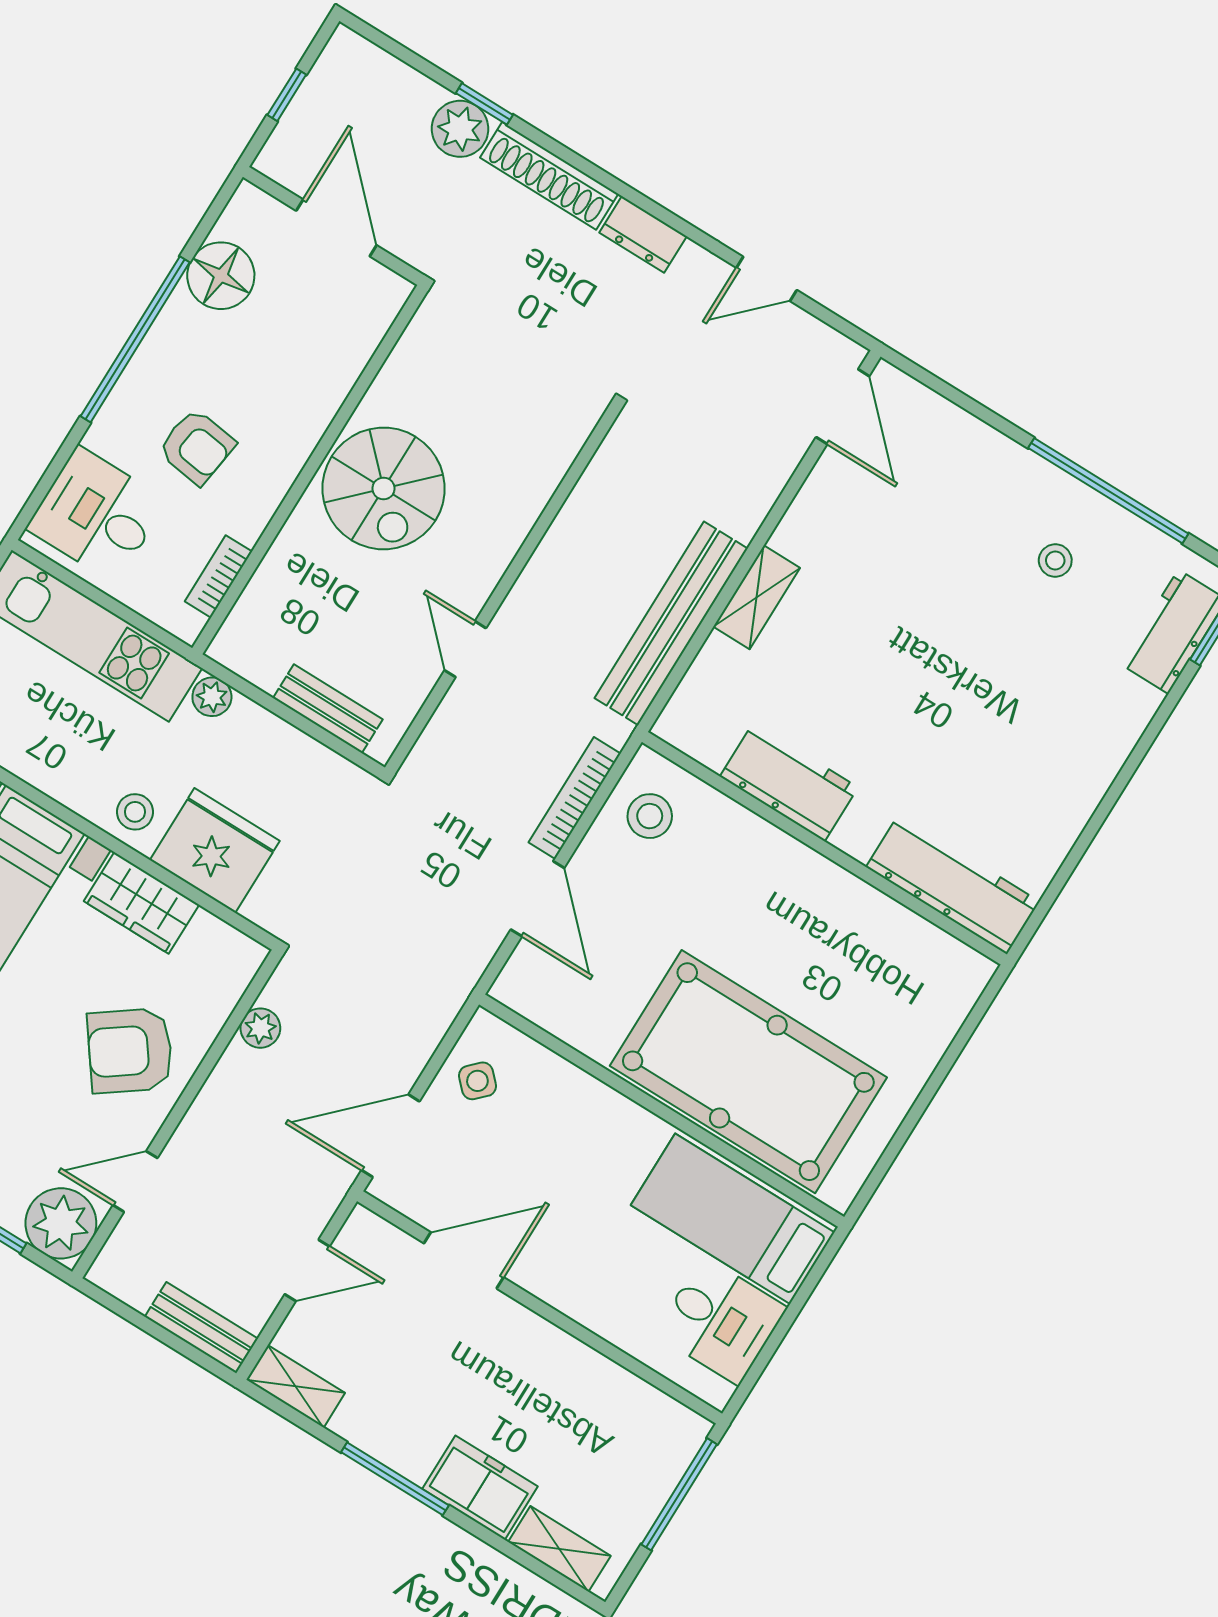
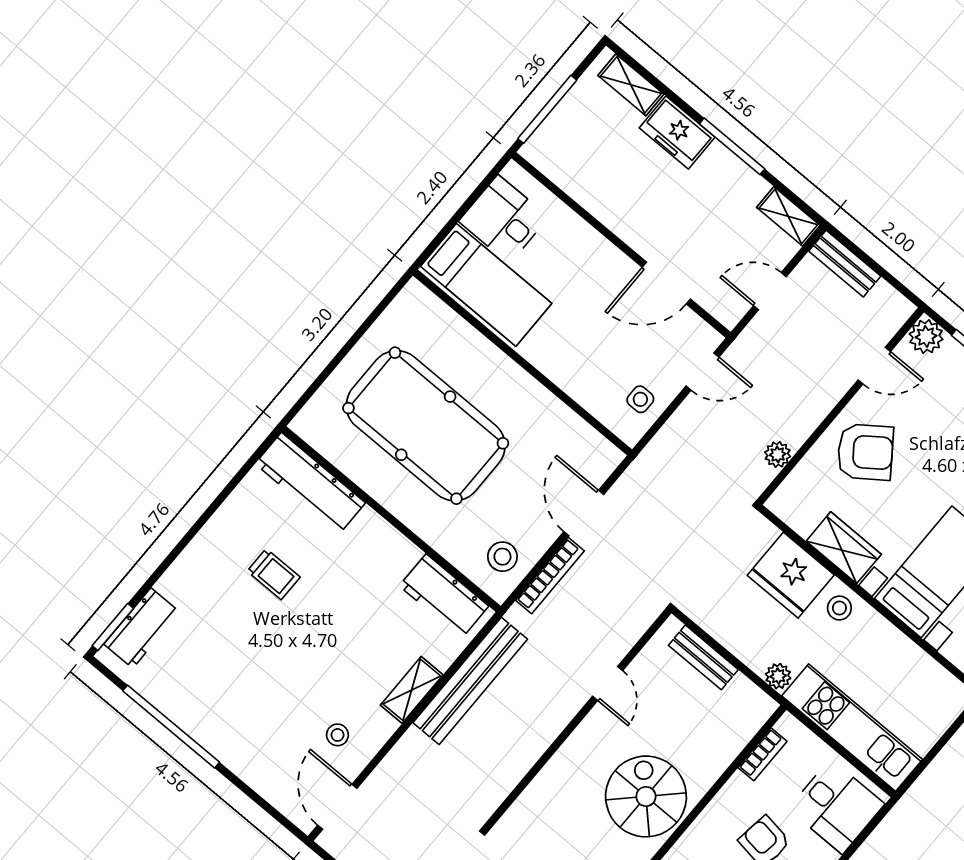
stool: (1055, 560) -> (337, 735), moved
trolley: (988, 741) -> (274, 574), added
workbench: (789, 782) -> (444, 596), moved
pool table: (748, 1072) -> (426, 426), moved
side table: (477, 1081) -> (640, 399), turned 45
door: (391, 1136) -> (702, 372), width x0.73
plant: (61, 1223) -> (926, 337), width x0.73, depth x0.73

